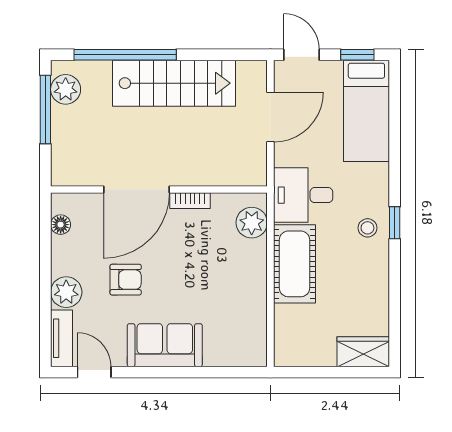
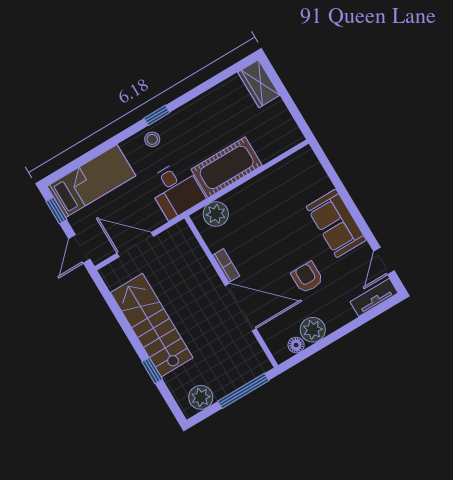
window: (125, 55) -> (152, 371), width x0.32
window: (45, 109) -> (243, 391), moved
stool: (367, 228) -> (152, 139), moved
plant: (66, 292) -> (313, 330), moved

